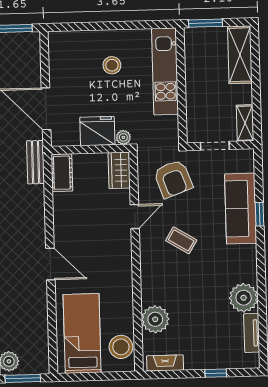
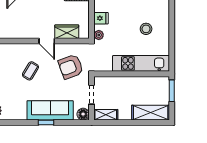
fridge: (97, 131) -> (101, 18), width x0.53, depth x0.75
floor lamp: (245, 158) -> (83, 114), added
wardrobe: (119, 170) -> (67, 32), moved

